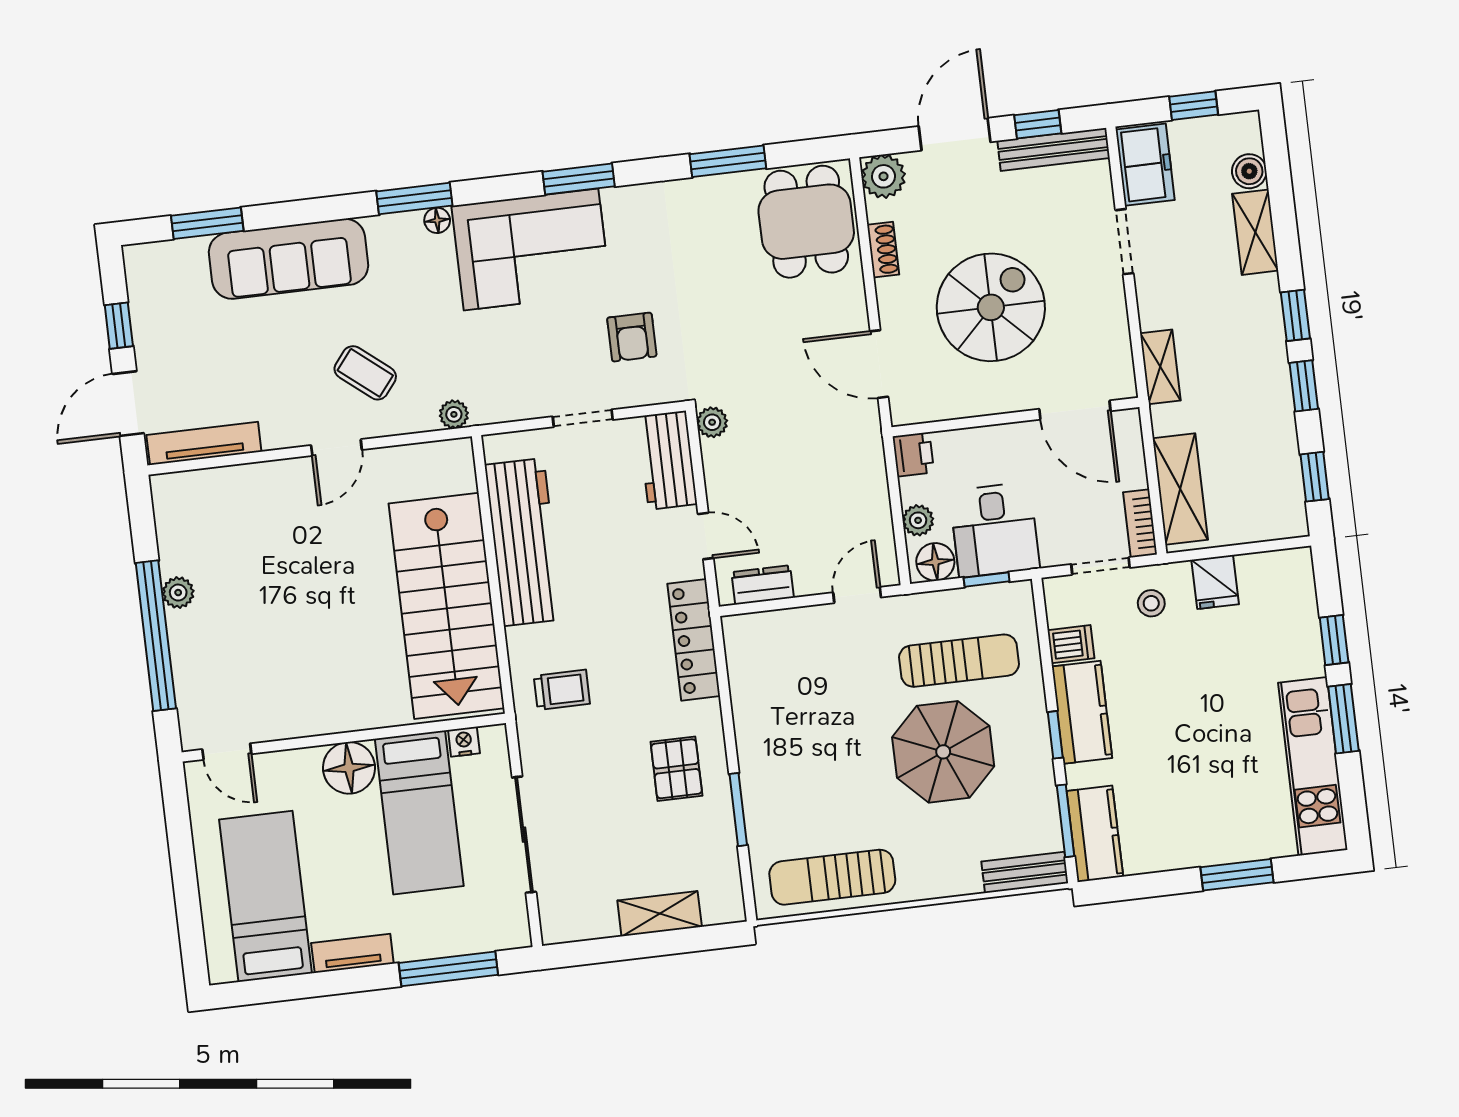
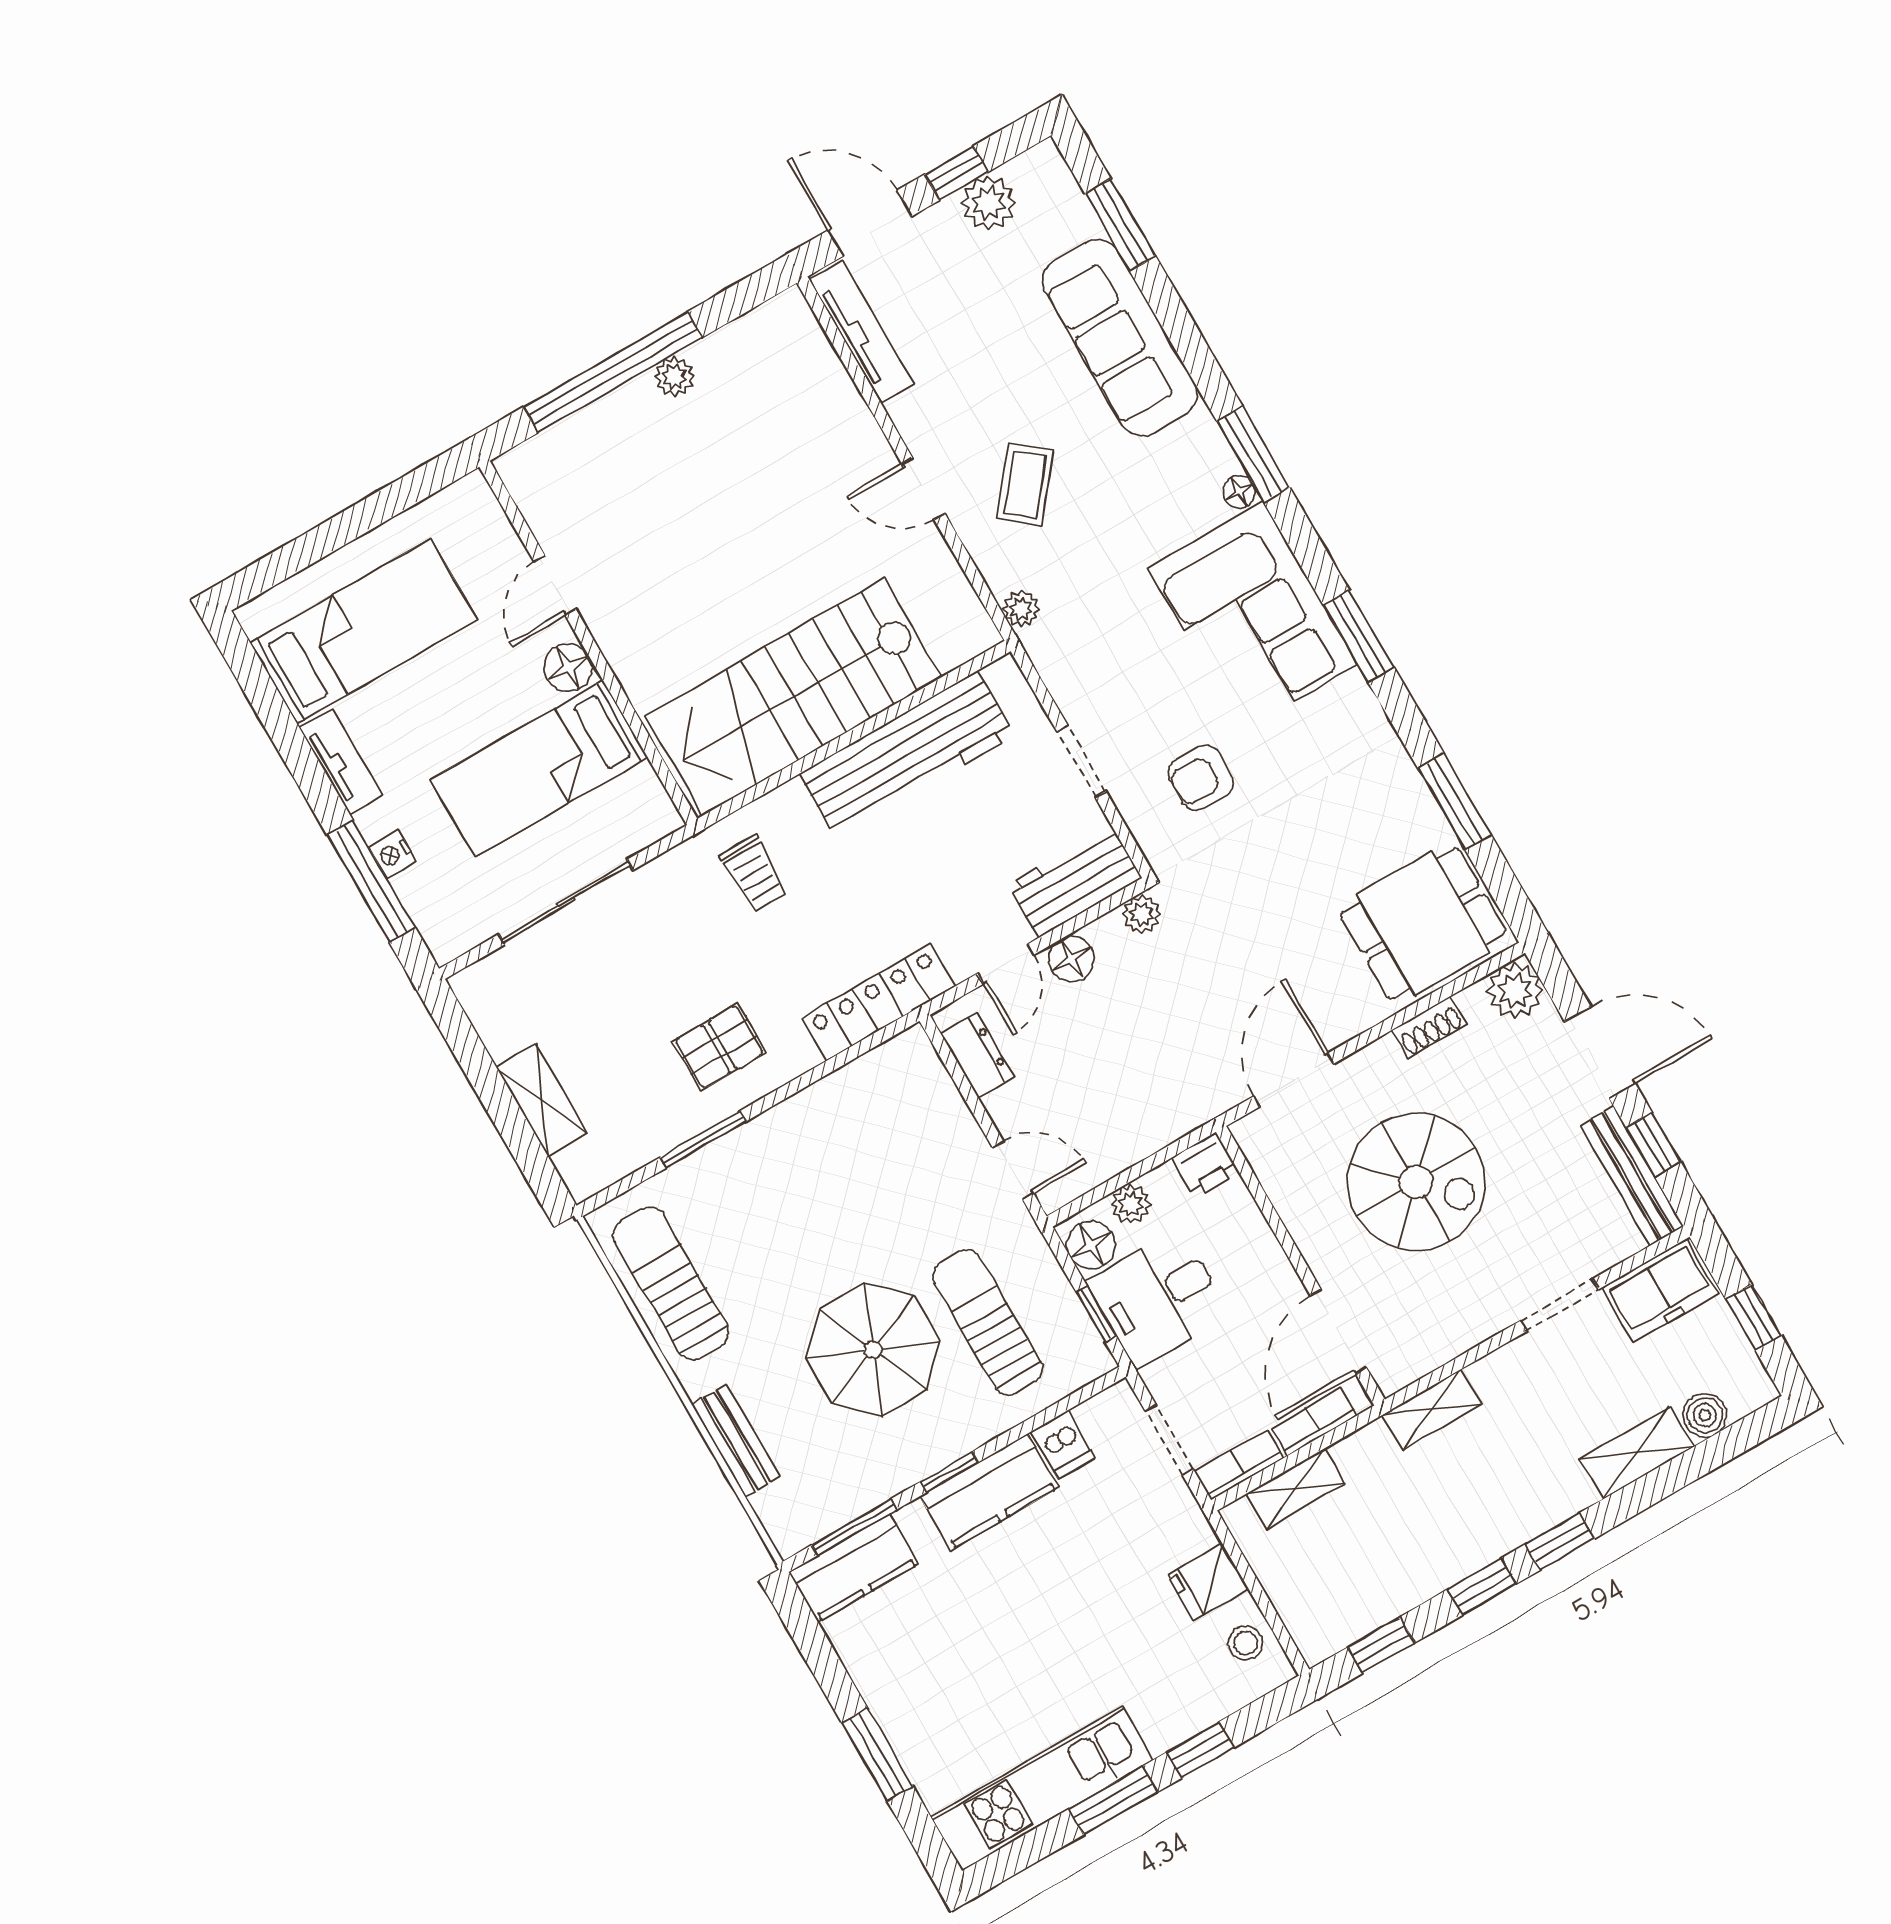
plant: (150, 312) -> (988, 203), added
bookcase: (1132, 456) -> (1314, 1422), added
floor lamp: (722, 487) -> (1071, 959), added
shelving: (1180, 489) -> (1296, 1488), width x0.67, depth x0.75
stool: (1151, 603) -> (1246, 1643), moved
sun lounger: (959, 661) -> (988, 1322), turned 180
nightstand: (464, 742) -> (392, 854), moved, turned 180
door: (227, 752) -> (555, 585), moved
floor lamp: (349, 768) -> (568, 667), width x0.73, depth x0.73
bench: (1025, 872) -> (736, 1440), moved

